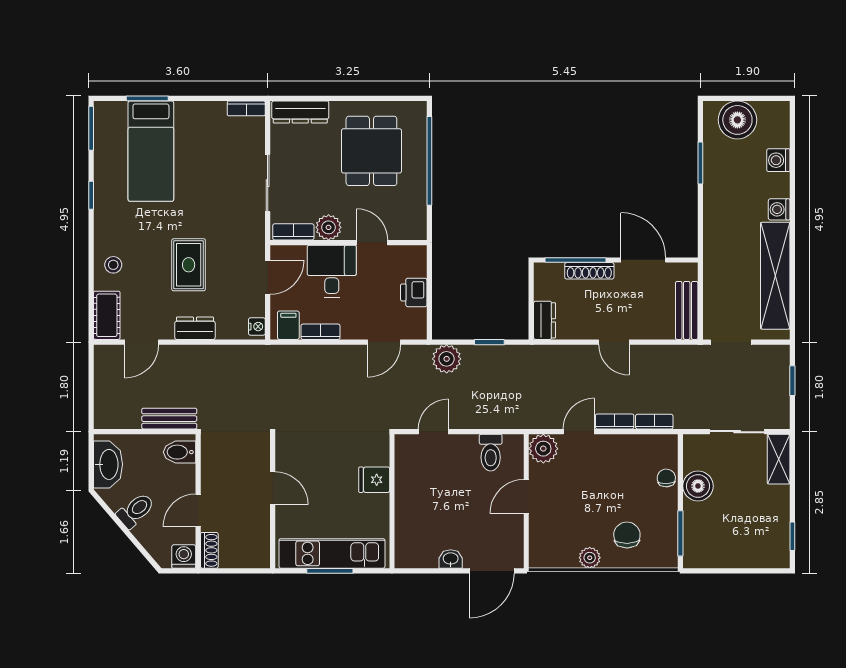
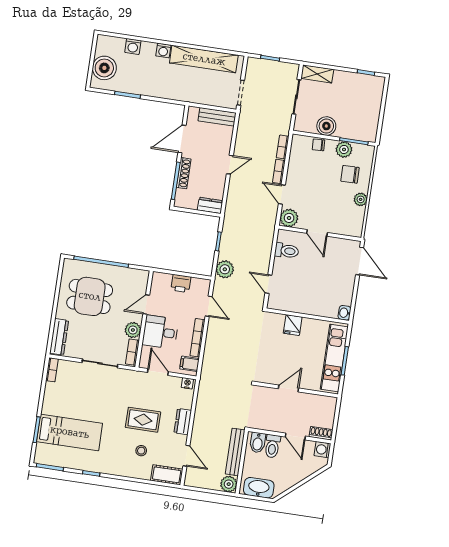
stool: (113, 265) -> (141, 451), moved
bookcase: (321, 332) -> (198, 338), width x1.56
plant: (107, 416) -> (229, 484), added
bench: (169, 419) -> (235, 452), width x1.36
toilet: (136, 510) -> (272, 446), moved, turned -139
plant: (665, 520) -> (344, 149), added
washbasin: (451, 559) -> (344, 313), moved

